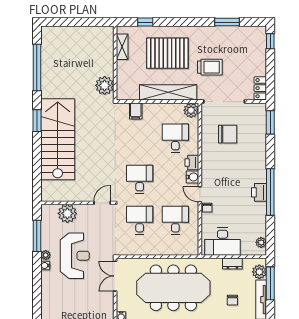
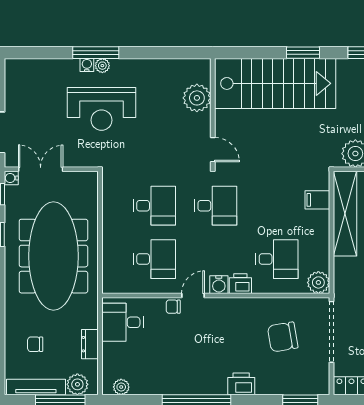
shelving: (168, 92) -> (345, 214), moved
chair: (228, 134) -> (283, 337), turned 80
printer: (259, 192) -> (241, 384), moved
wall: (77, 203) -> (213, 113), moved
door: (102, 203) -> (213, 150), moved
plant: (67, 213) -> (197, 98), moved
window: (37, 236) -> (96, 53), moved
desk: (223, 242) -> (122, 322), width x0.73
double door: (115, 276) -> (41, 169), moved

